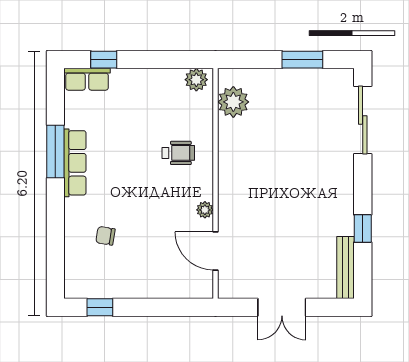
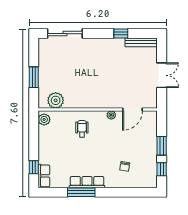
window: (302, 60) -> (34, 77), moved
window: (145, 307) -> (162, 146), added

